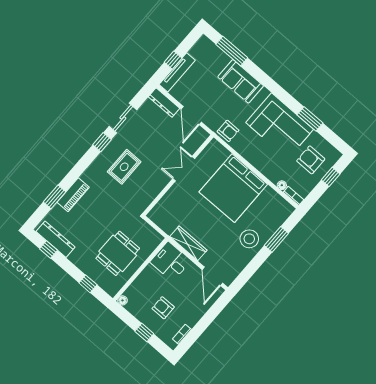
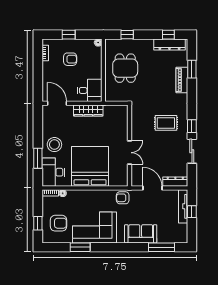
rug: (124, 167) -> (166, 123), turned 90
desk: (273, 213) -> (53, 172), added

